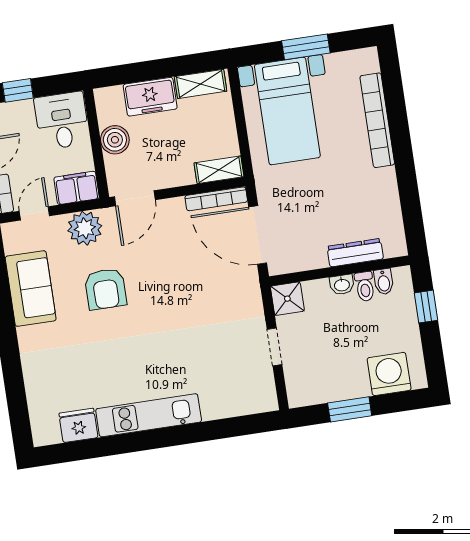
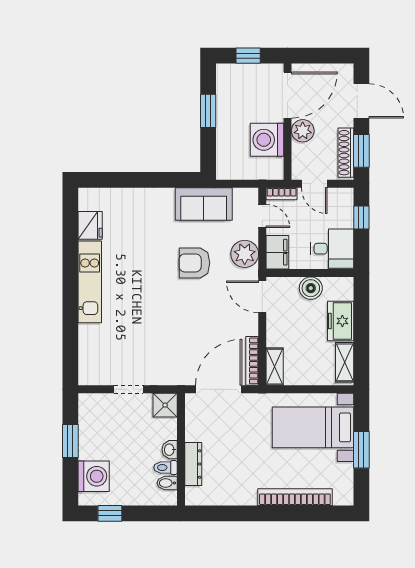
window: (426, 307) -> (110, 513), moved

